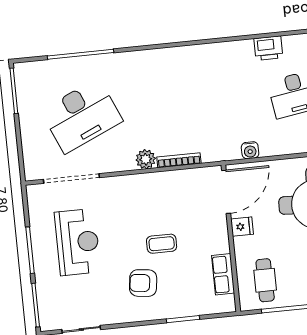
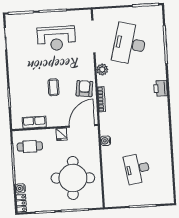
printer: (268, 48) -> (160, 88), moved
desk: (82, 116) -> (130, 44), turned 39
plant: (146, 159) -> (102, 70), moved
door: (226, 192) -> (82, 126), swing flipped
armchair: (143, 283) -> (84, 89), moved

